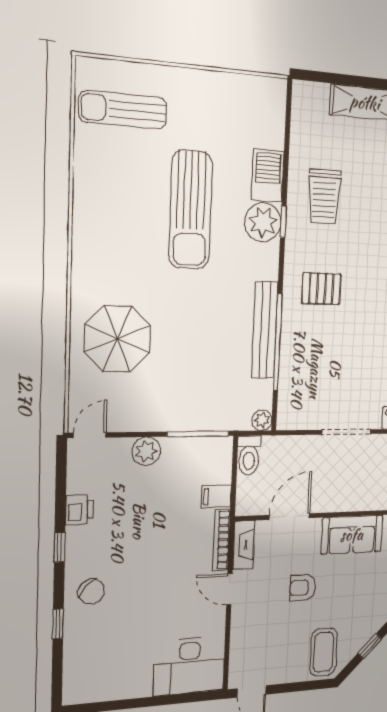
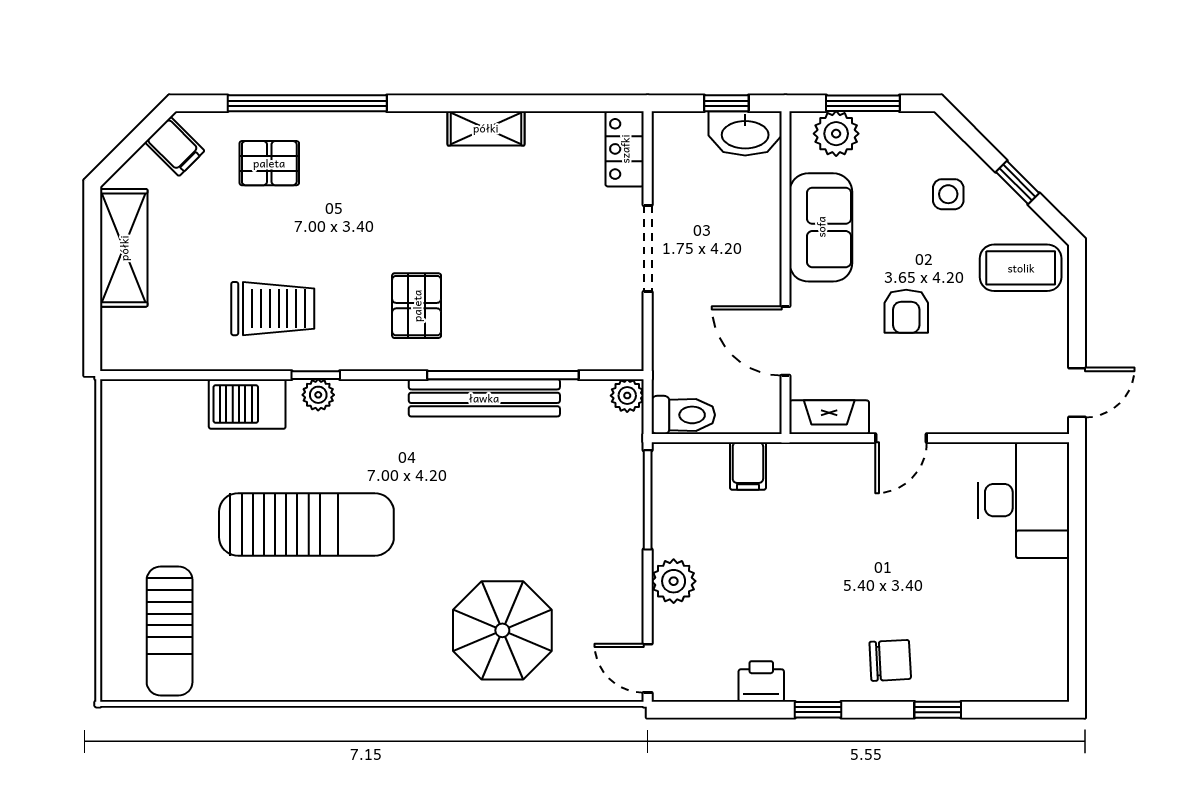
plant: (263, 222) -> (318, 395), width x0.53, depth x0.53
bookcase: (221, 540) -> (819, 455), removed
chair: (91, 592) -> (890, 660), turned 44
side table: (366, 607) -> (948, 194), added

